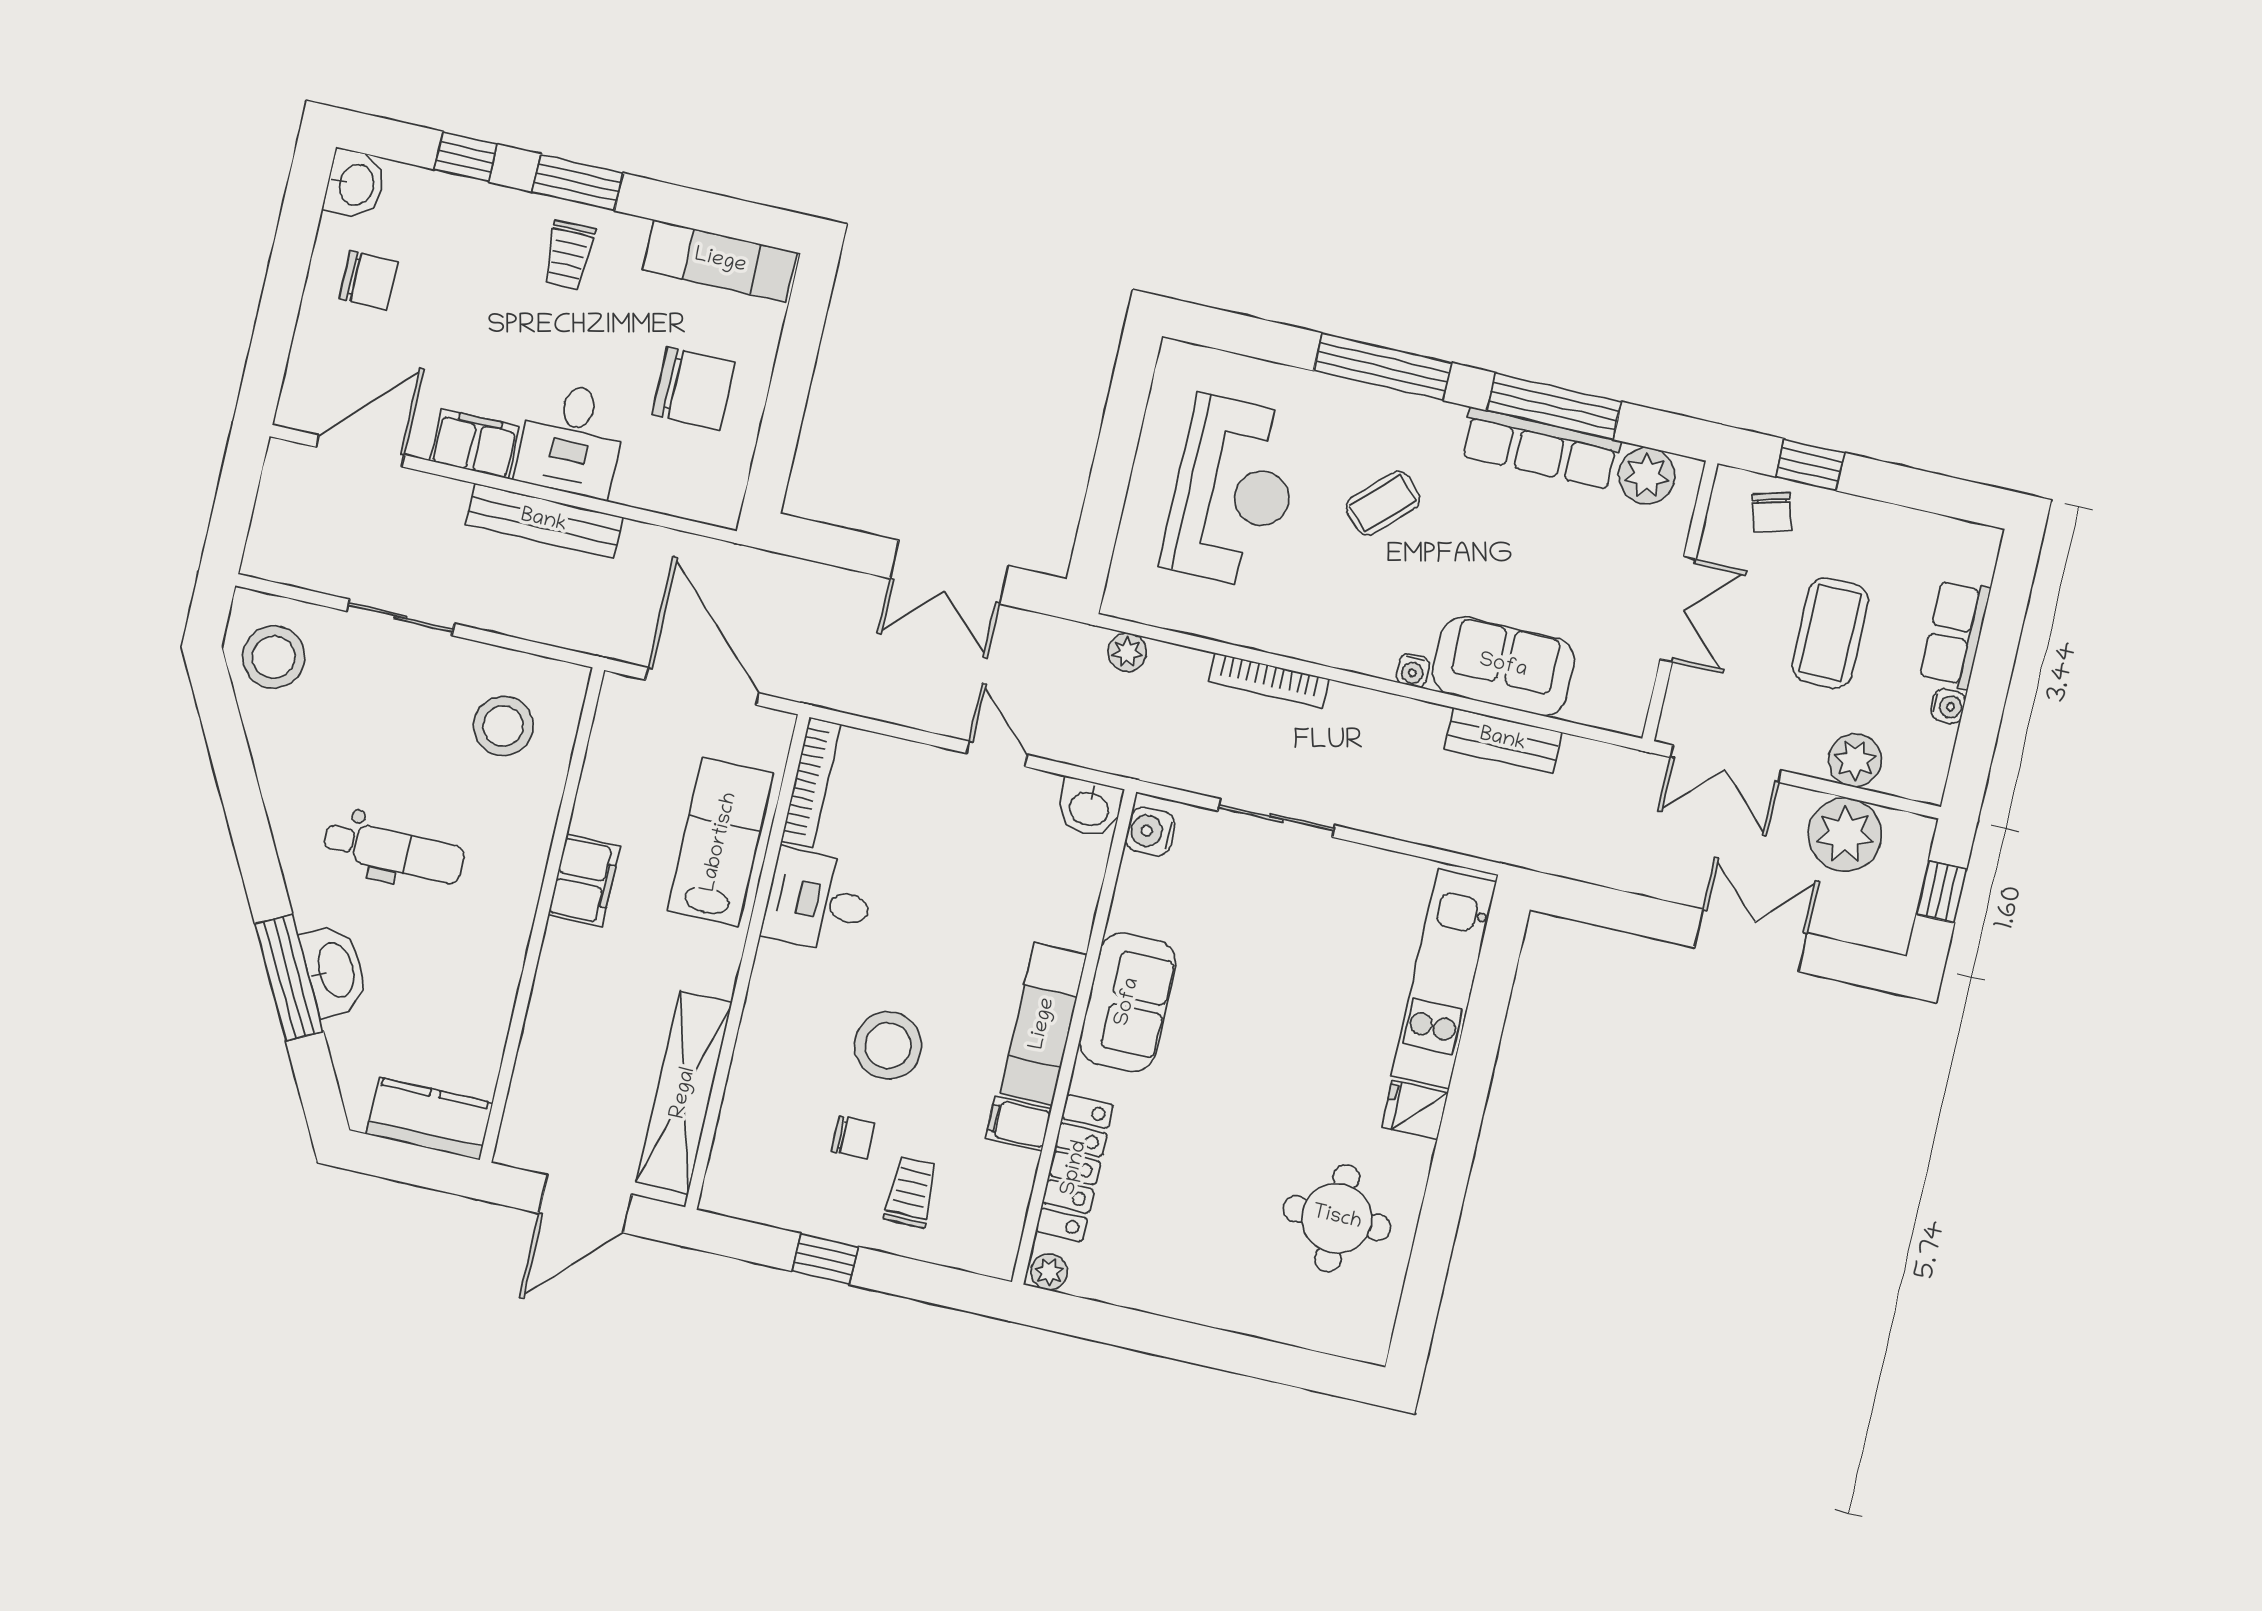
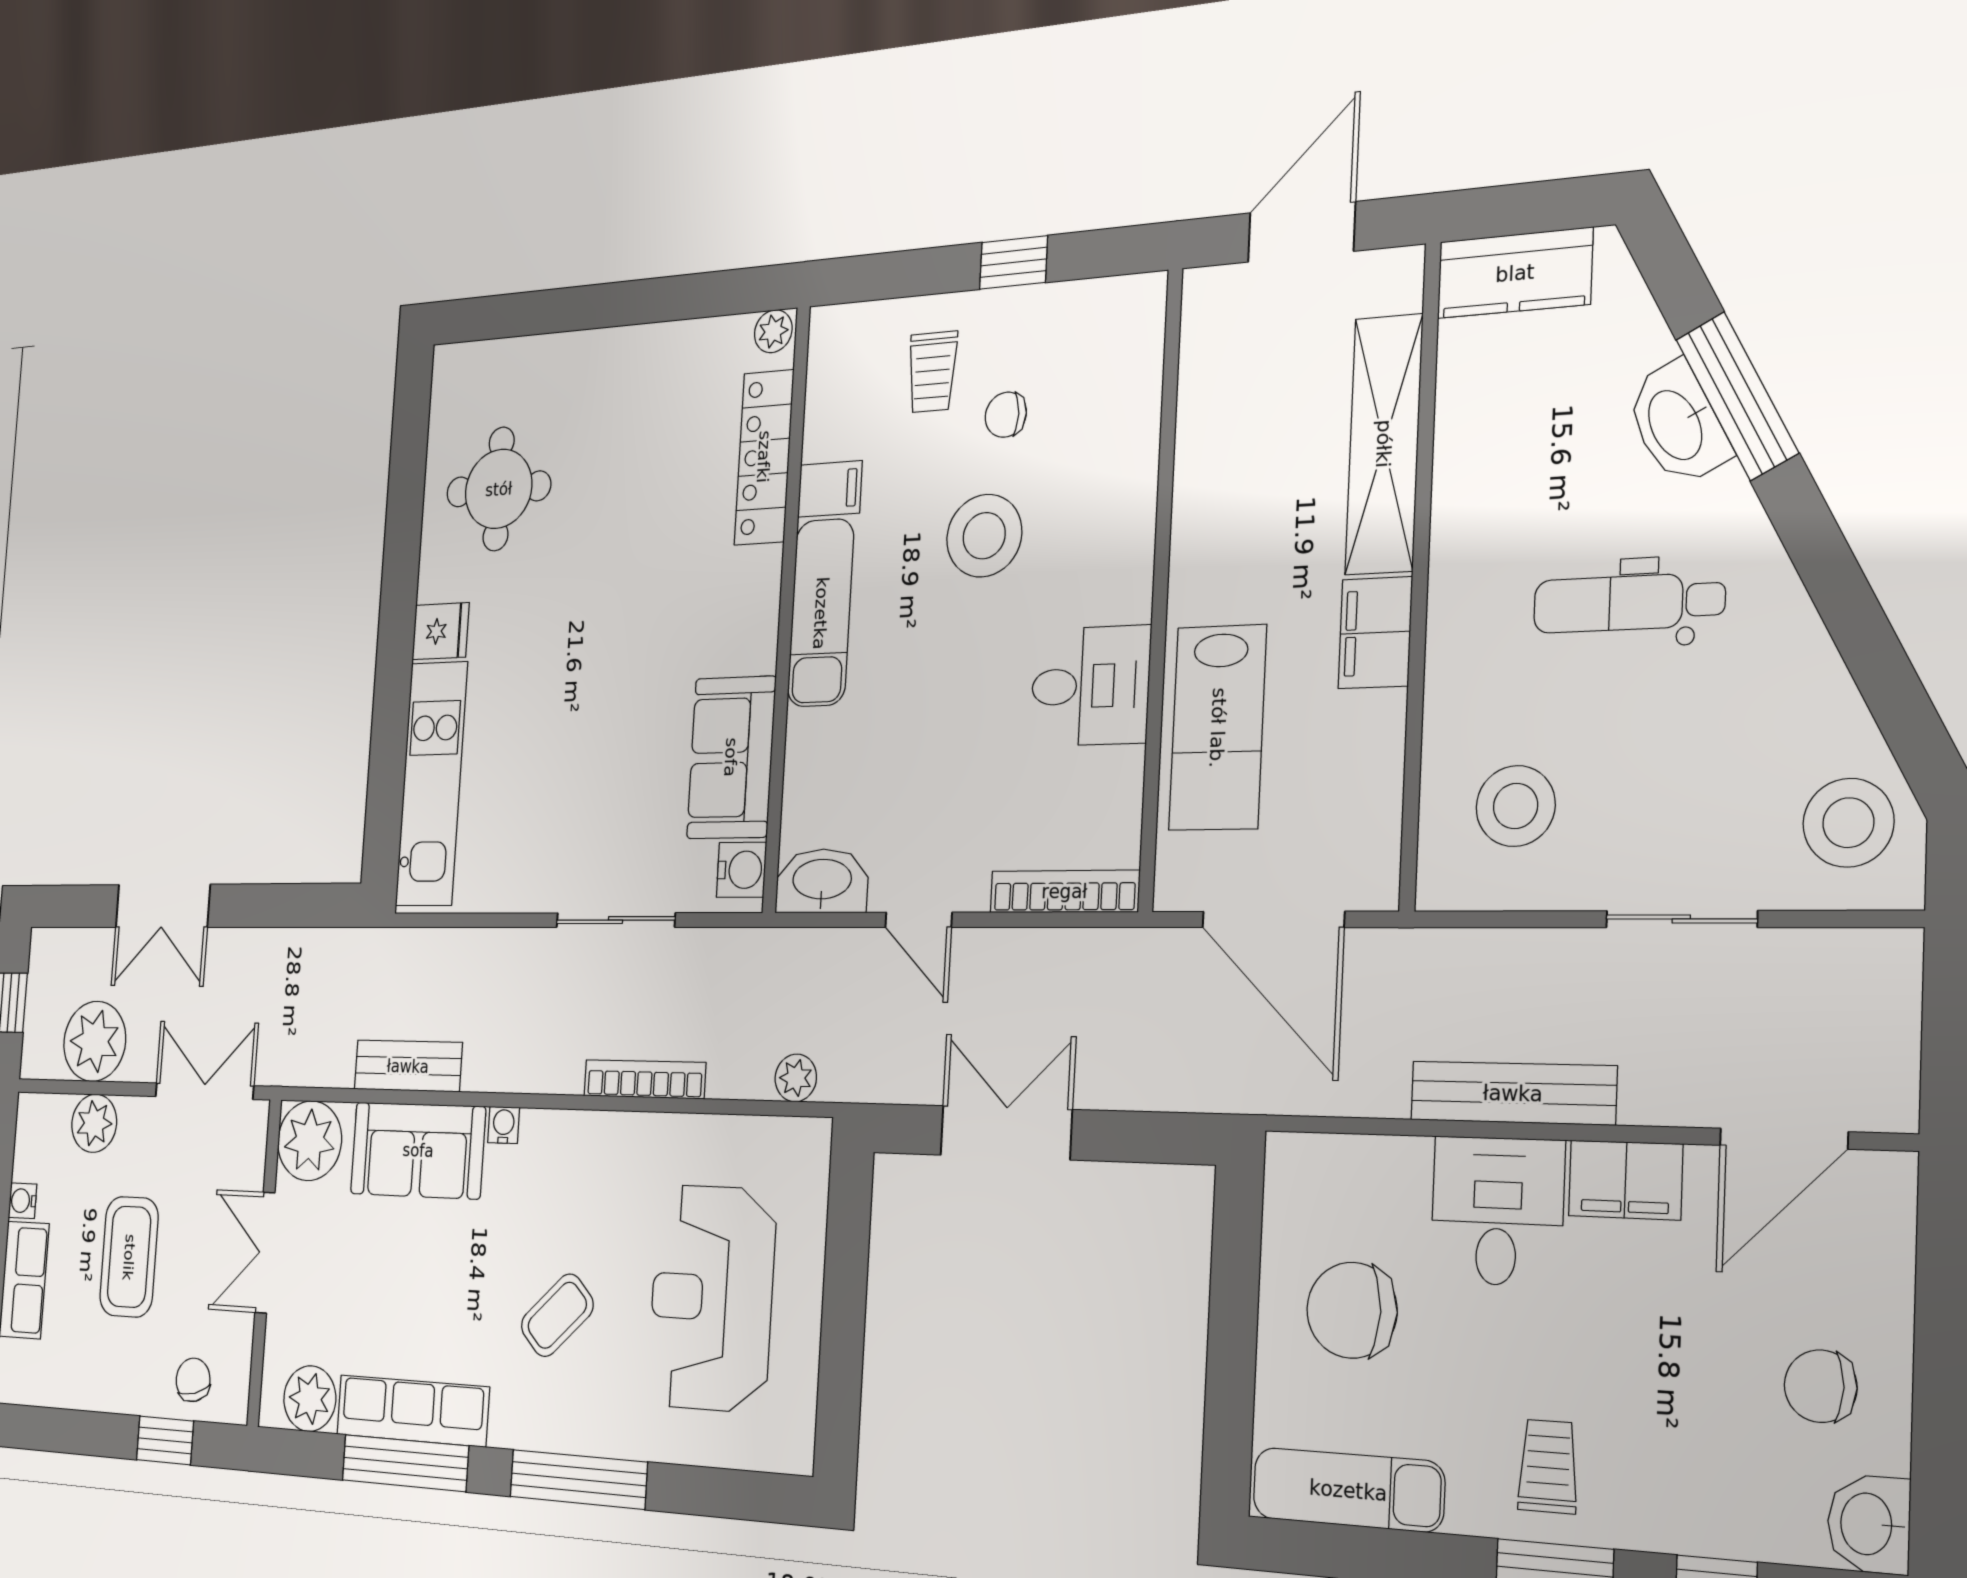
plant: (1616, 697) -> (310, 1141), added
bookcase: (811, 783) -> (1064, 891), moved, turned 90
washbasin: (1089, 808) -> (822, 881), width x1.38
sofa: (1128, 1002) -> (731, 757), moved
shelving: (684, 1093) -> (1384, 444), moved

